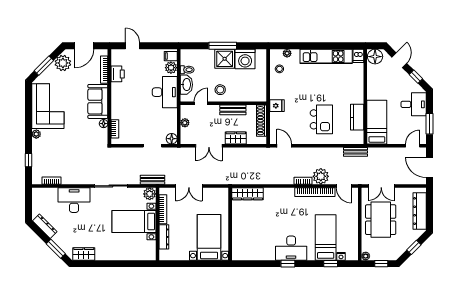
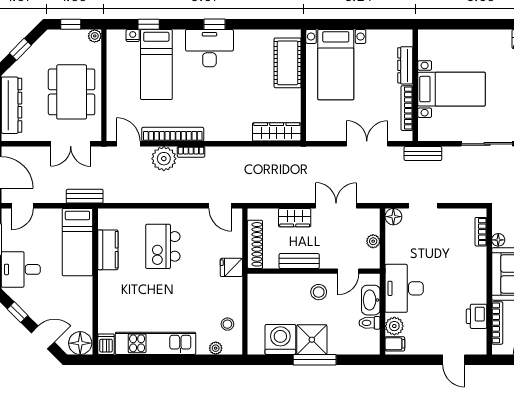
door: (399, 60) -> (43, 337), swing flipped
bench: (356, 152) -> (85, 196), moved
double door: (381, 186) -> (71, 144), swing flipped
plant: (150, 194) -> (427, 132), removed
cot: (240, 239) -> (288, 63), added

